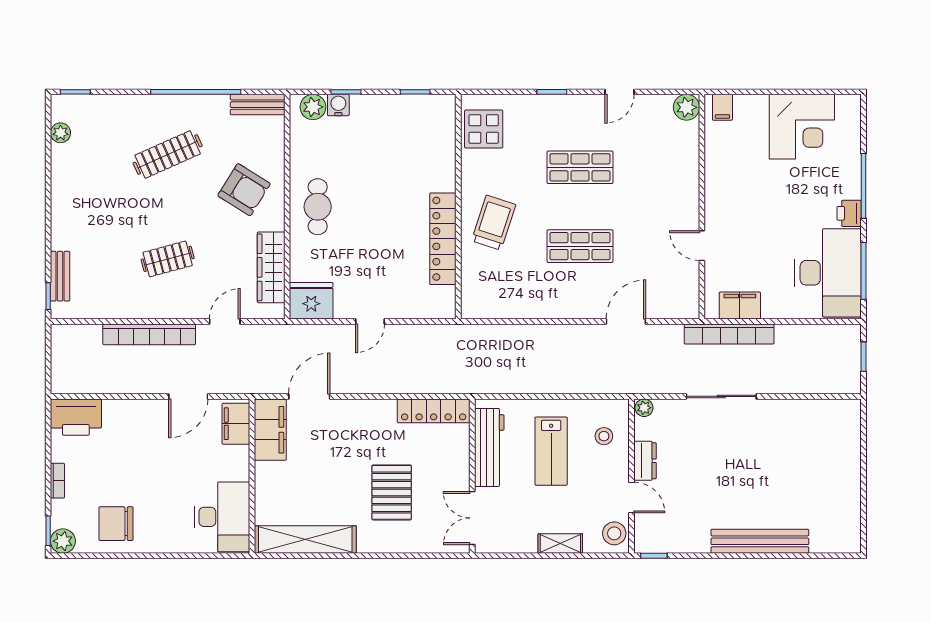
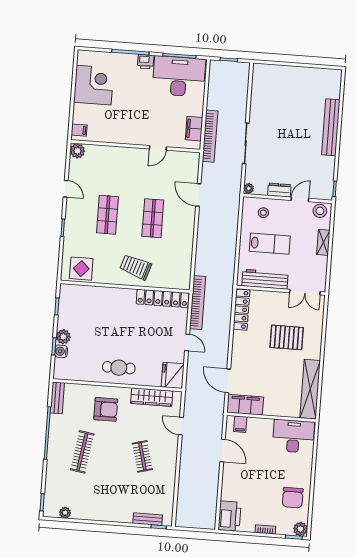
plant: (313, 107) -> (63, 337), moved
clothes rail: (168, 154) -> (82, 452), turned 33
armchair: (244, 190) -> (106, 409), turned 58
locker: (443, 239) -> (163, 298), moved
bookcase: (149, 334) -> (198, 303), moved
filing cabinet: (236, 424) -> (240, 424), width x0.50

